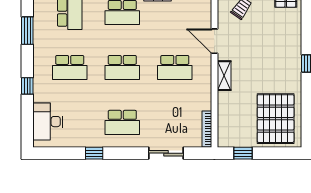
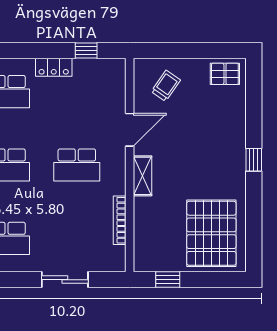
door: (214, 41) -> (130, 130), swing flipped
bookcase: (207, 129) -> (120, 220), moved

